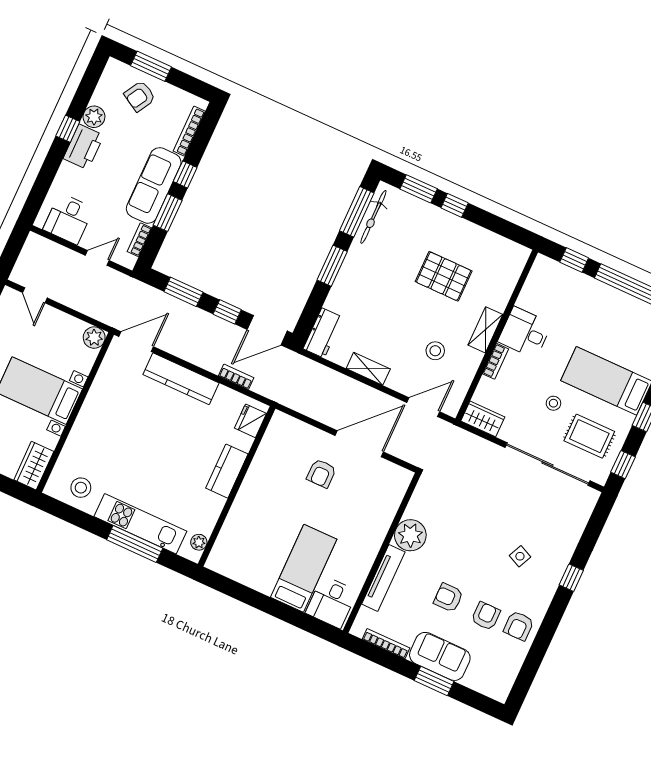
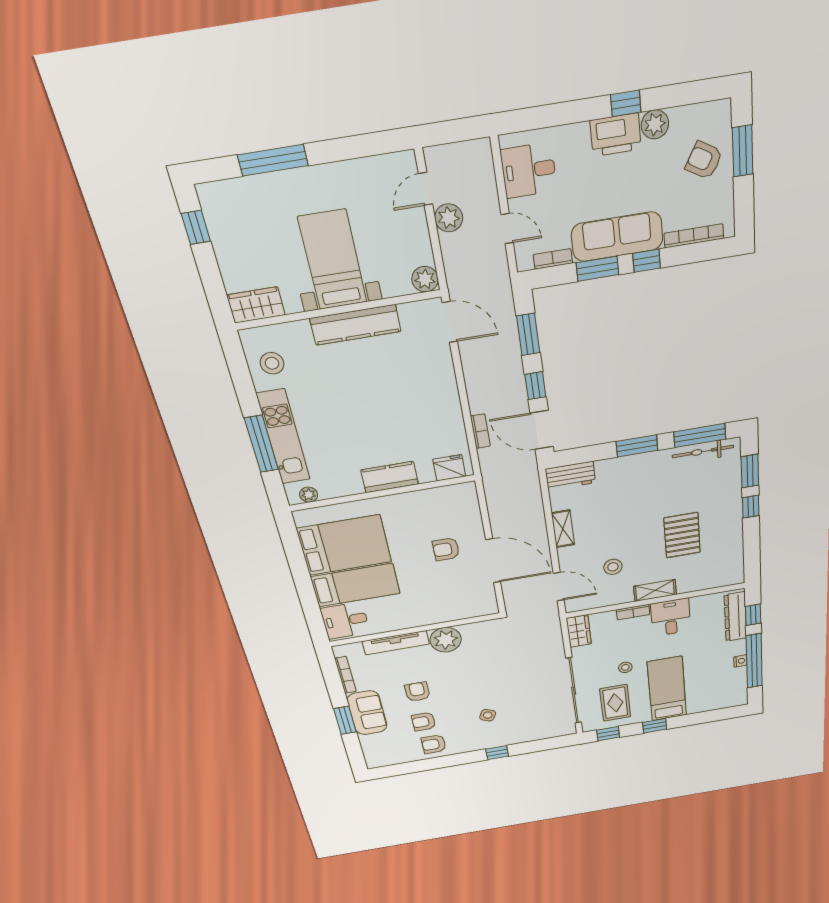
dresser: (565, 277) -> (735, 617), added
plant: (64, 293) -> (449, 218), added
nightstand: (621, 298) -> (740, 661), added
kitchen counter: (181, 379) -> (355, 325), moved, turned -90
bed: (261, 549) -> (344, 545), added
armchair: (486, 616) -> (424, 722), turned 180

